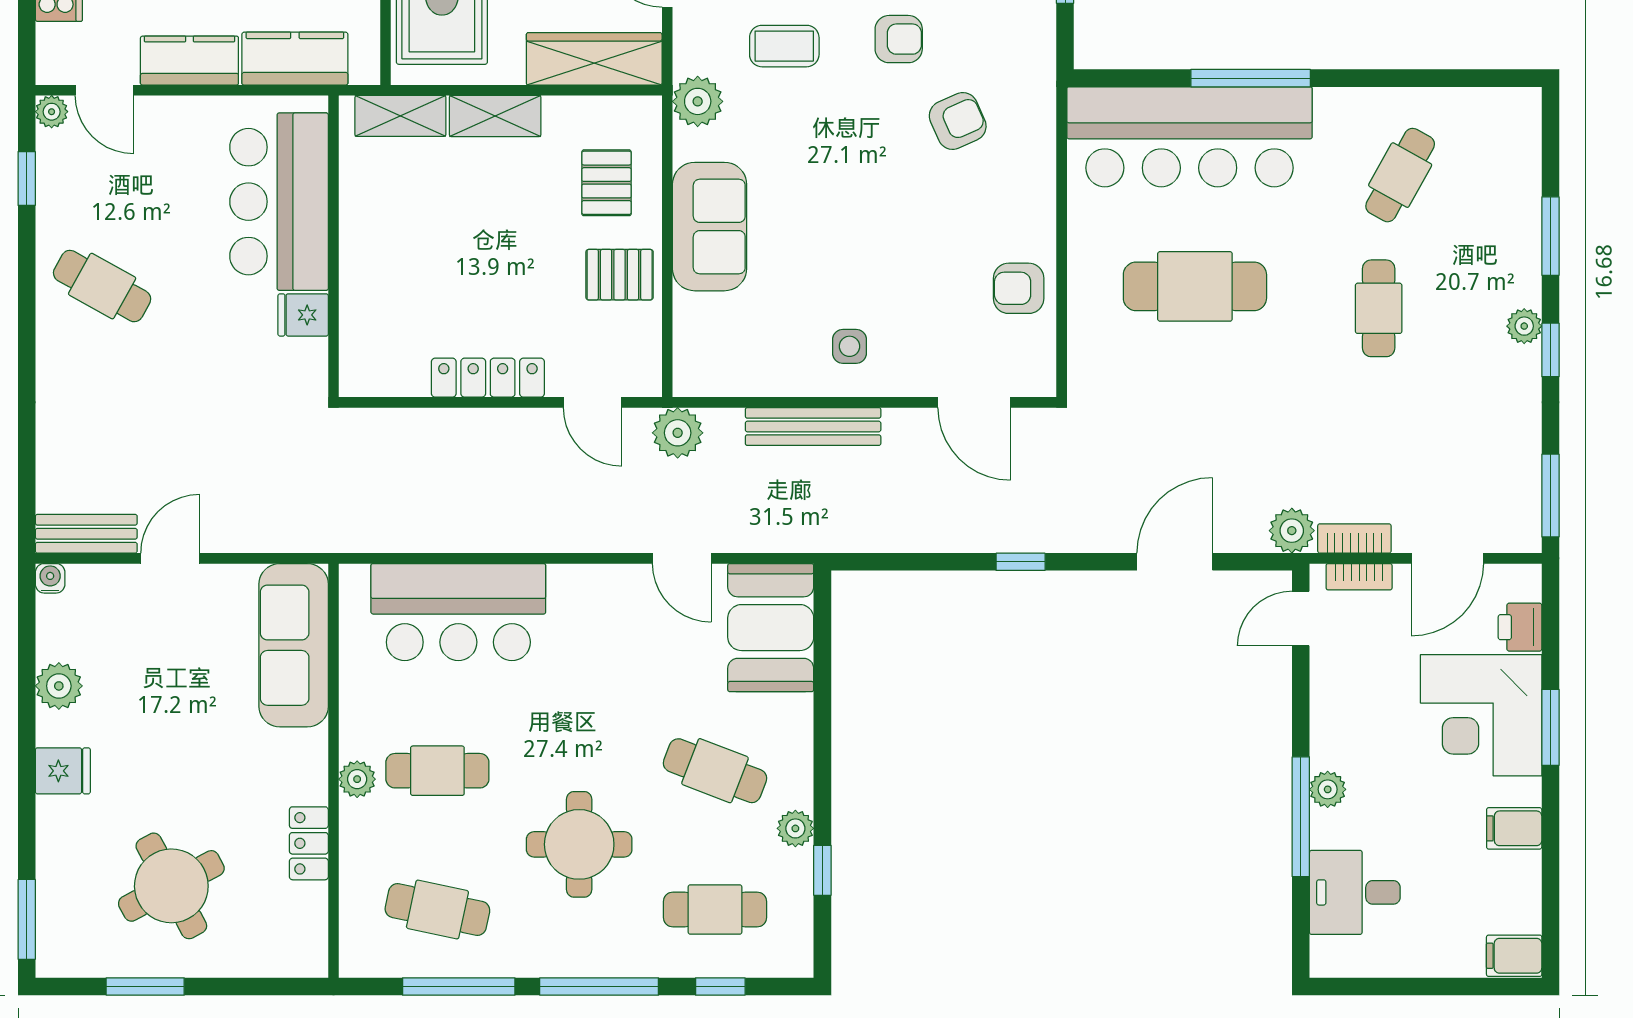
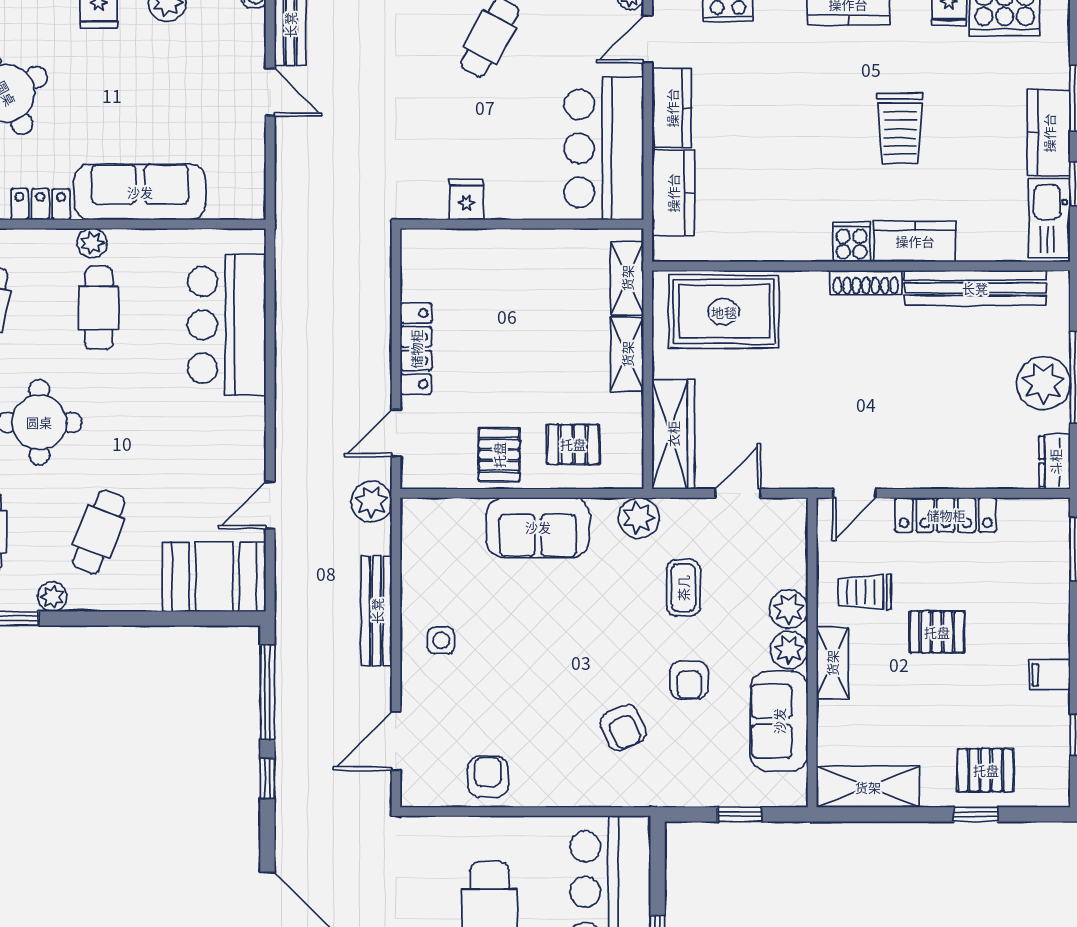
bar counter: (279, 202) -> (604, 148), moved, turned -90
window: (914, 562) -> (267, 692), added
sofa: (294, 645) -> (140, 192), moved

